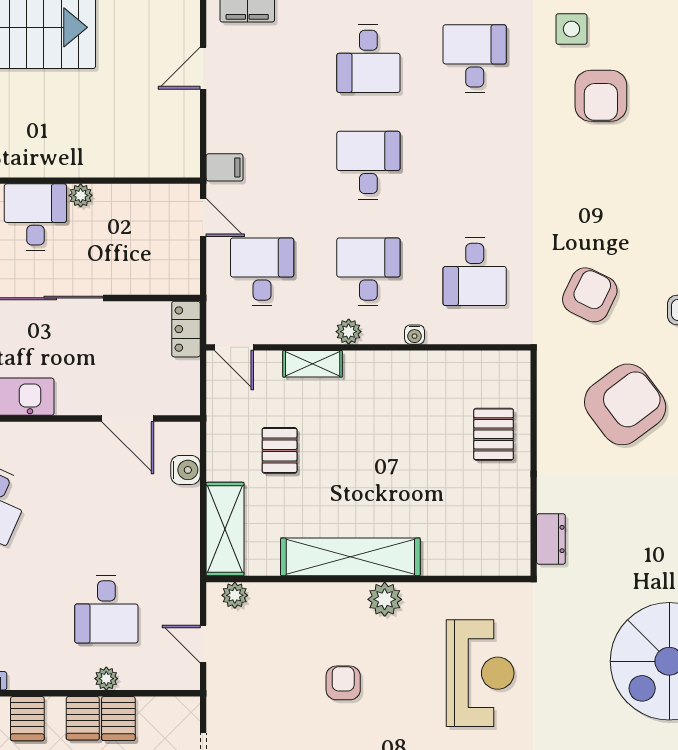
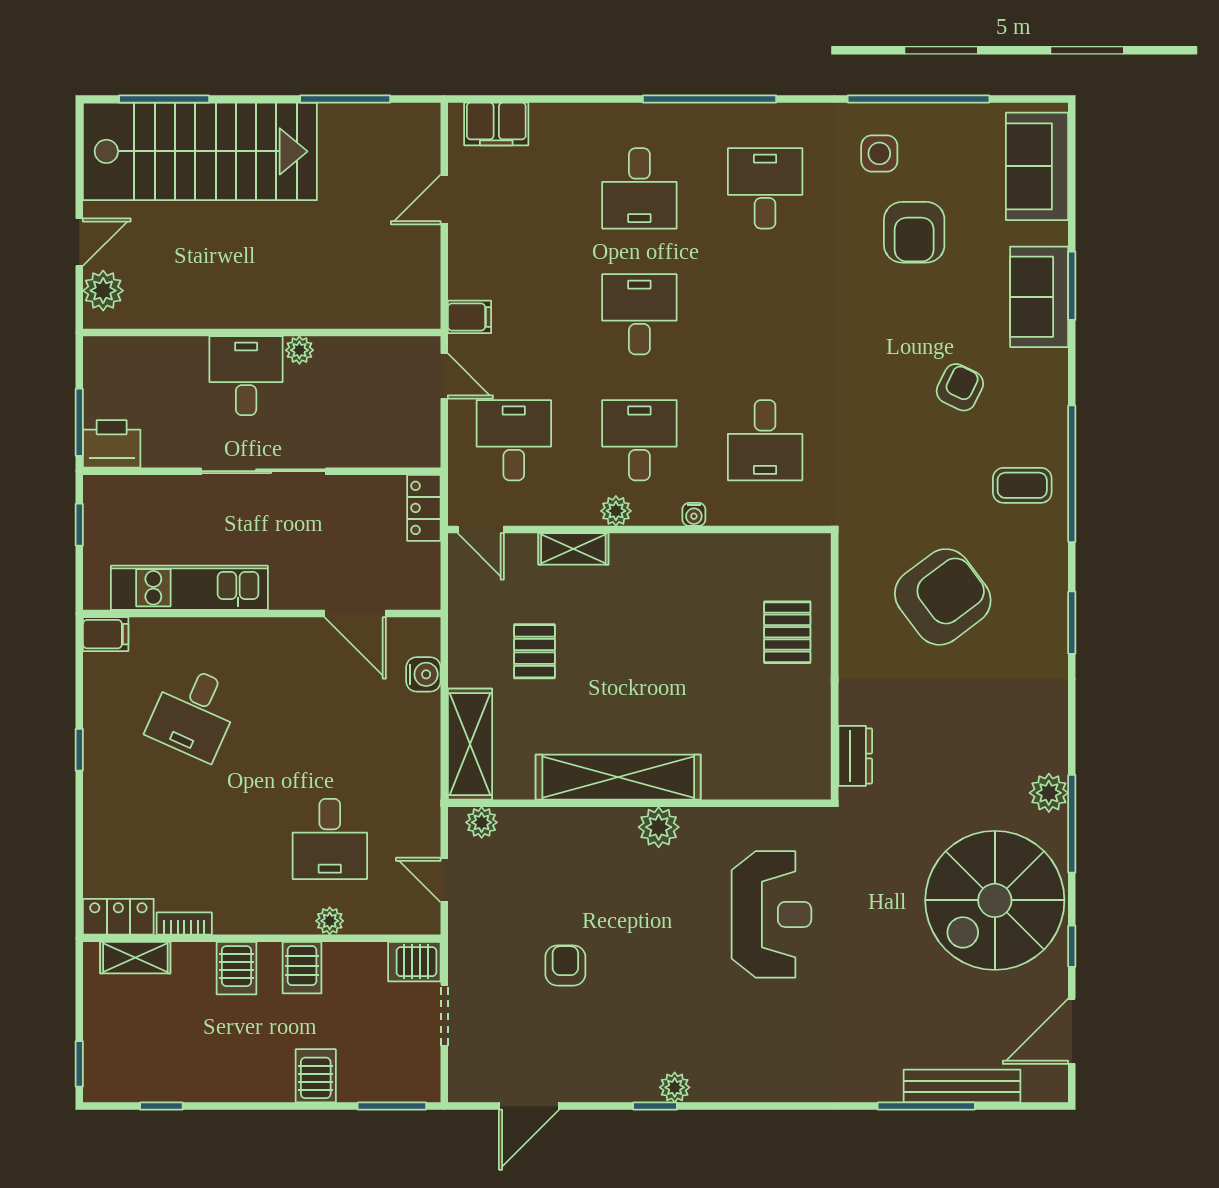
armchair: (590, 295) -> (960, 387), moved, width x0.72, depth x0.72
armchair: (343, 683) -> (565, 966), moved
server rack: (118, 719) -> (414, 962), moved, turned 90

